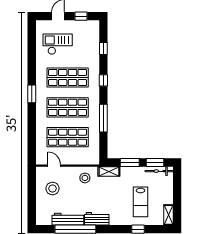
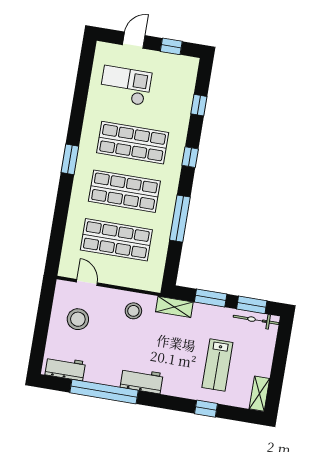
workbench: (68, 219) -> (65, 368), moved, width x0.73

